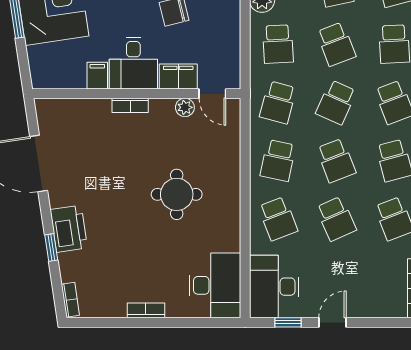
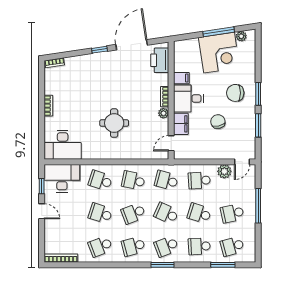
school desk: (336, 44) -> (199, 213), turned 39
plant: (185, 107) -> (163, 113), moved
school desk: (278, 219) -> (100, 180), turned 39
school desk: (336, 219) -> (100, 213), turned 42
printer: (69, 229) -> (160, 60), moved, turned 99
window: (51, 247) -> (99, 50), moved

